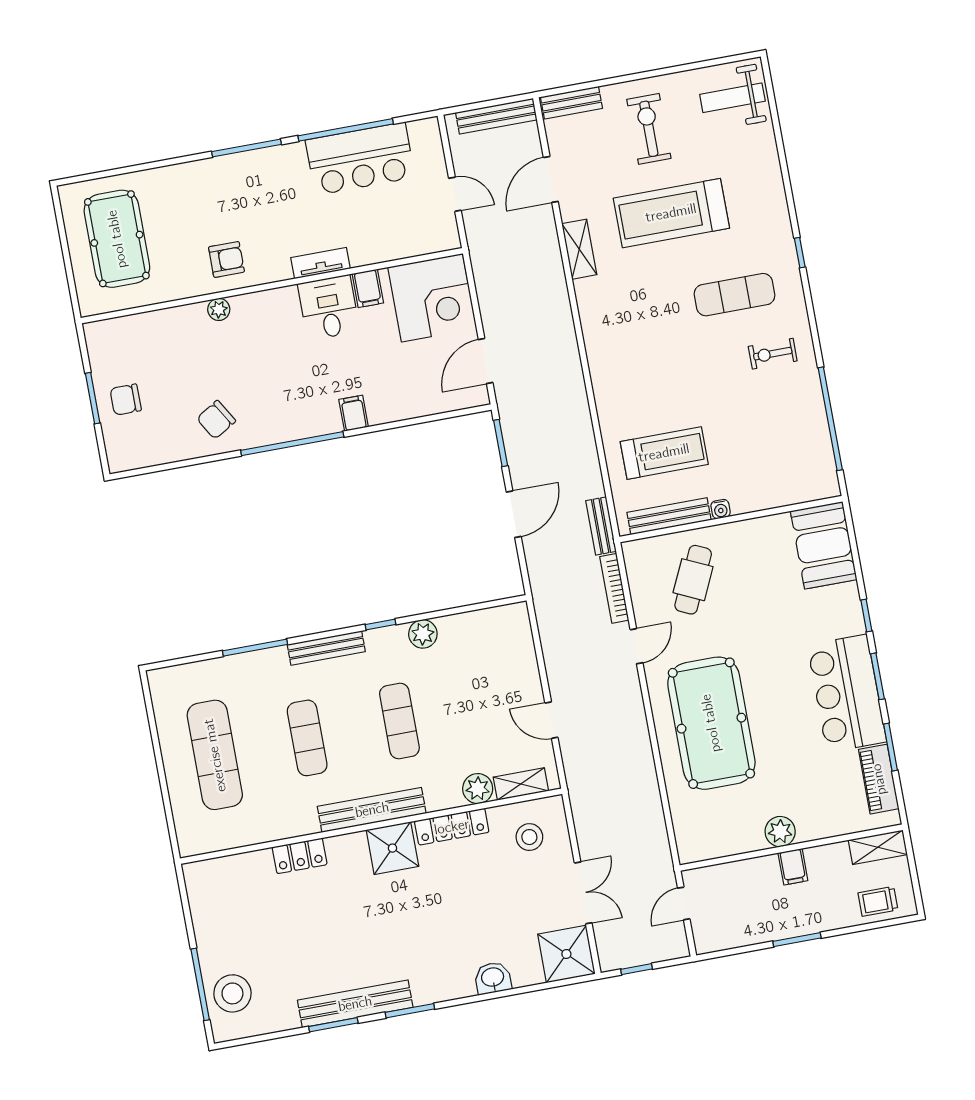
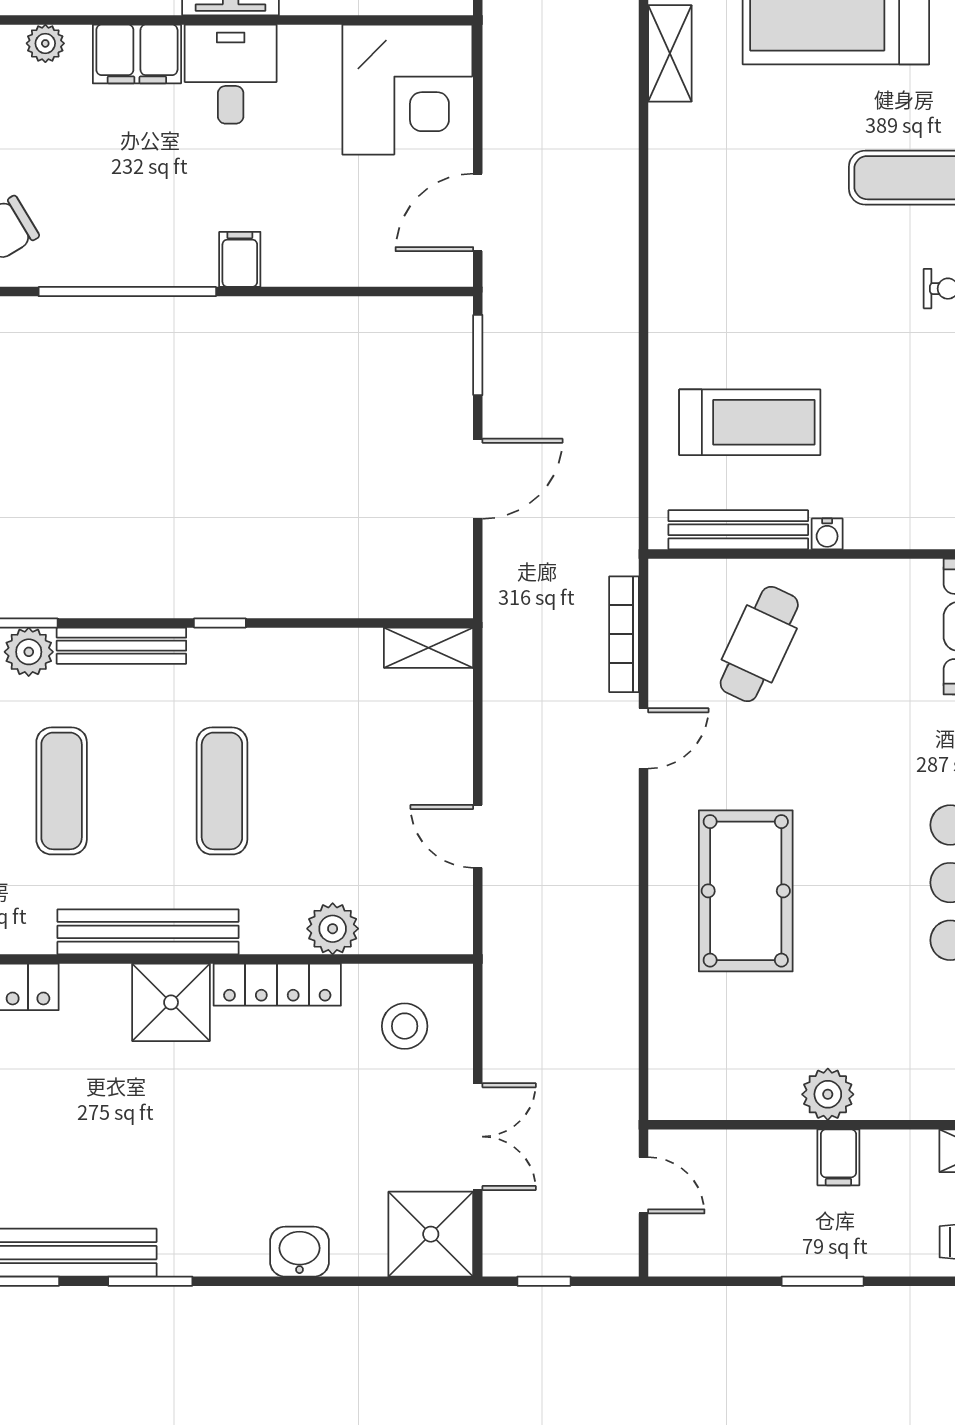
filing cabinet: (368, 288) -> (137, 54), moved, width x2.00
bench: (601, 526) -> (621, 525), removed
plant: (423, 634) -> (29, 652), moved
pool table: (711, 723) -> (746, 891), width x0.73, depth x0.76
shelving: (521, 784) -> (429, 648), moved
door: (684, 903) -> (643, 1185), swing flipped

